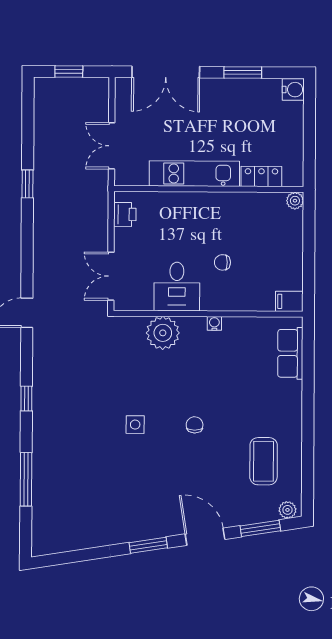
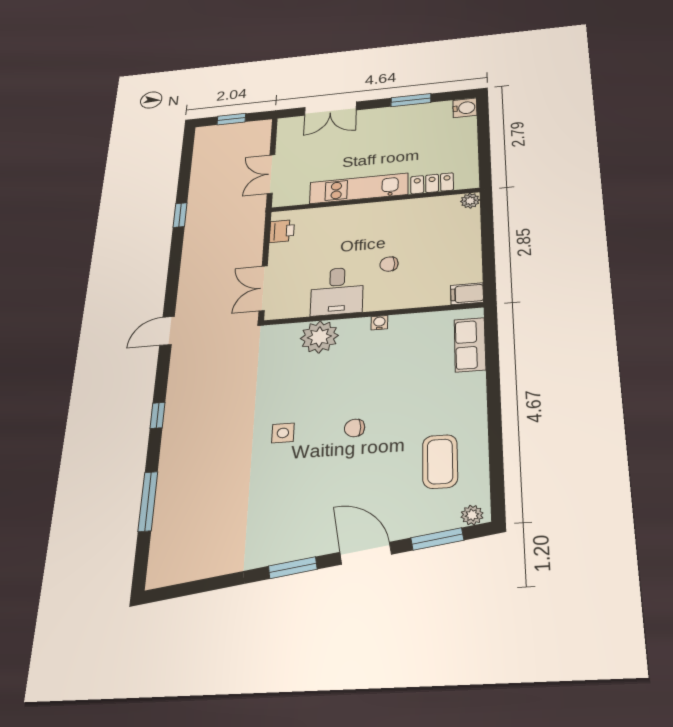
double door: (166, 72) -> (330, 109), width x0.73
chair: (195, 425) -> (355, 428), turned -90

